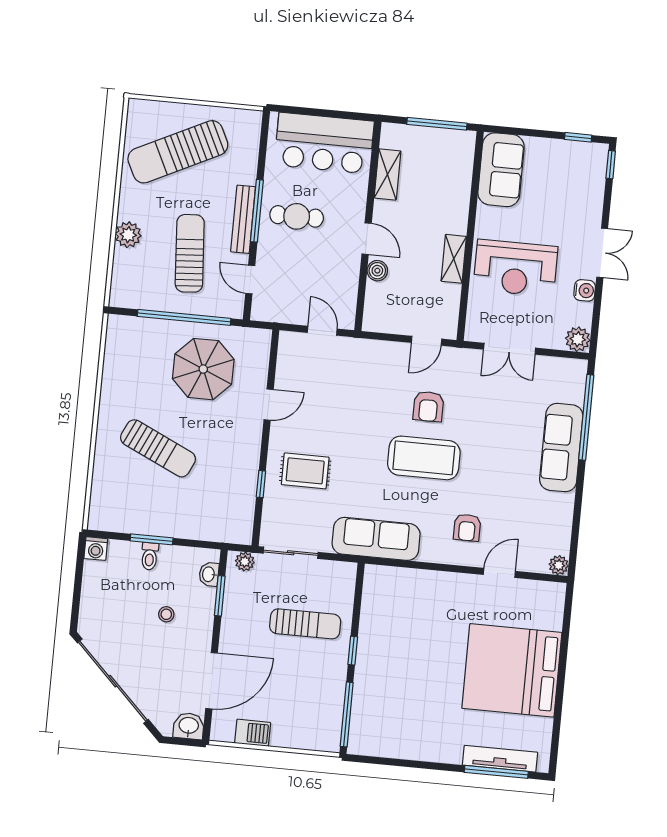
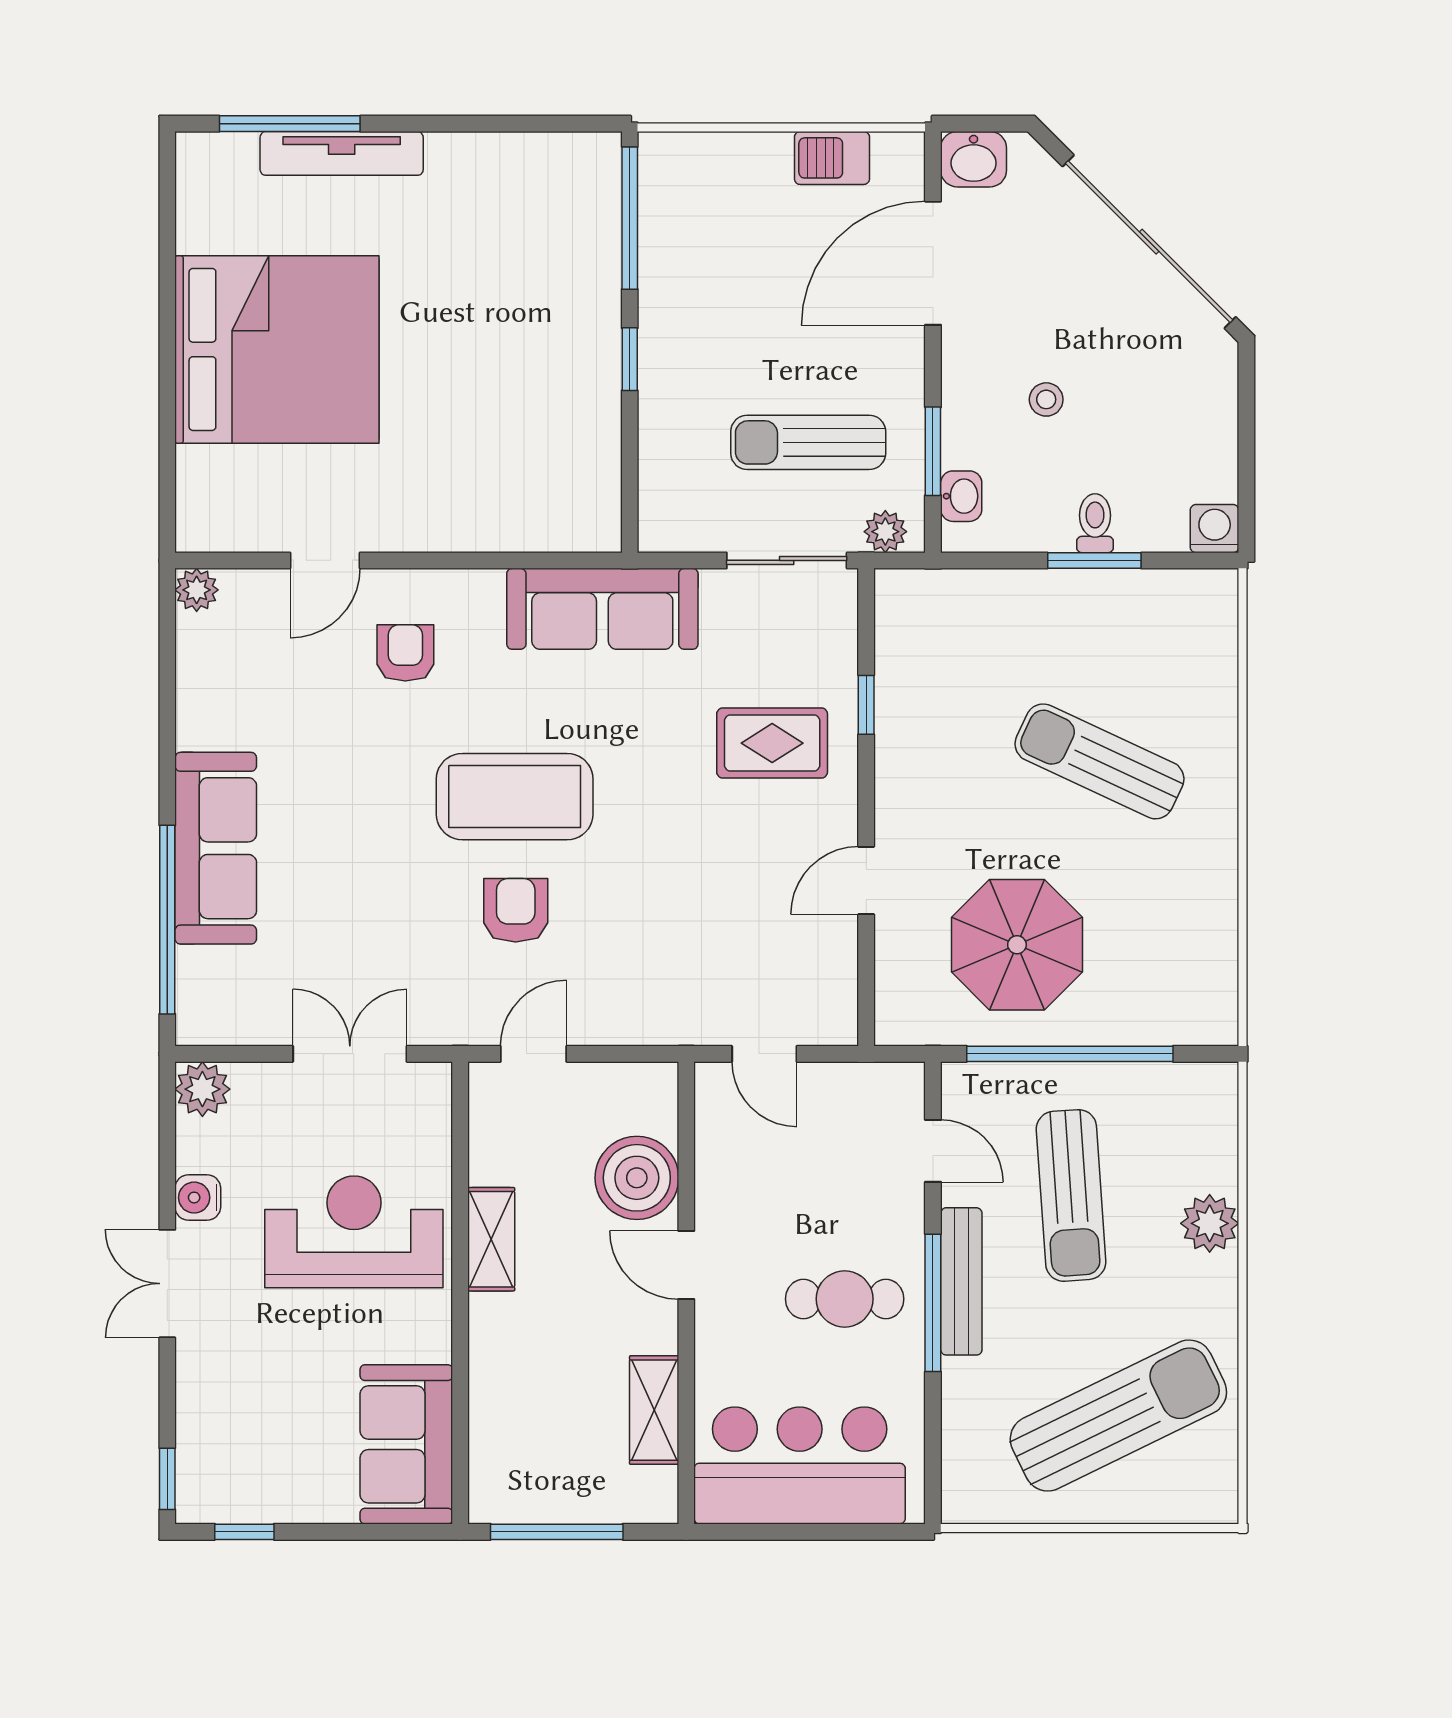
boiler: (377, 271) -> (637, 1178), width x1.86, depth x1.86
sun lounger: (305, 624) -> (808, 442), moved
tv unit: (500, 759) -> (342, 153), moved

